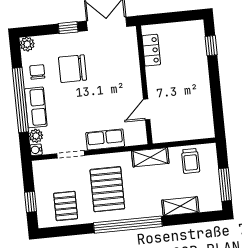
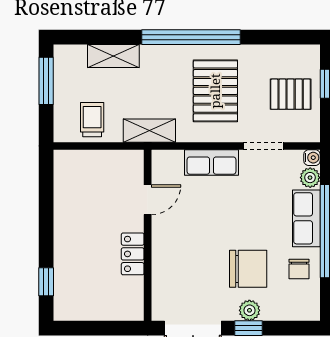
plant: (27, 44) -> (249, 310), moved
locker: (151, 50) -> (133, 254), moved
pallet: (66, 206) -> (291, 94), moved, turned 90

